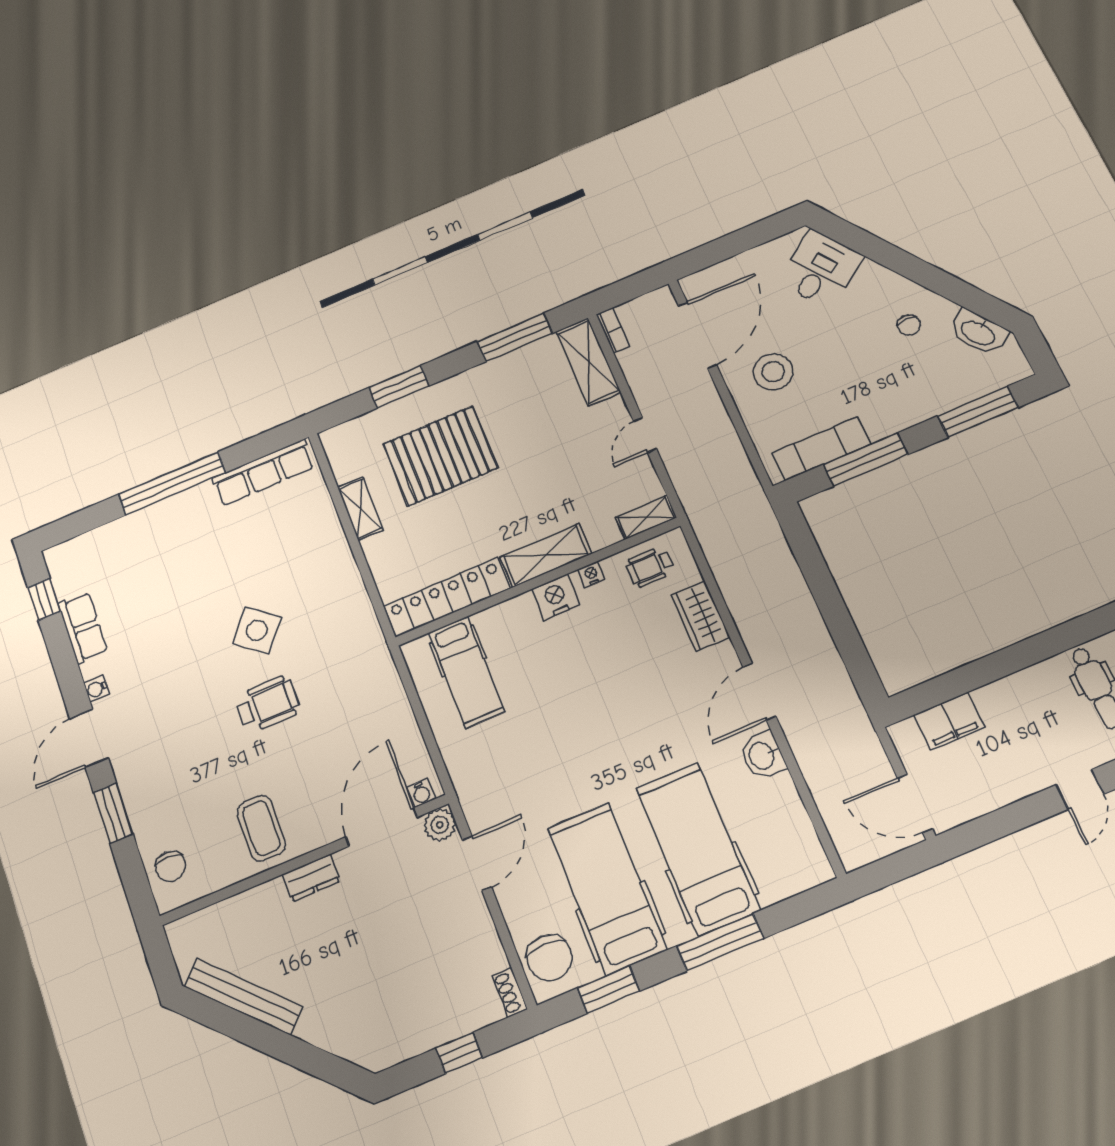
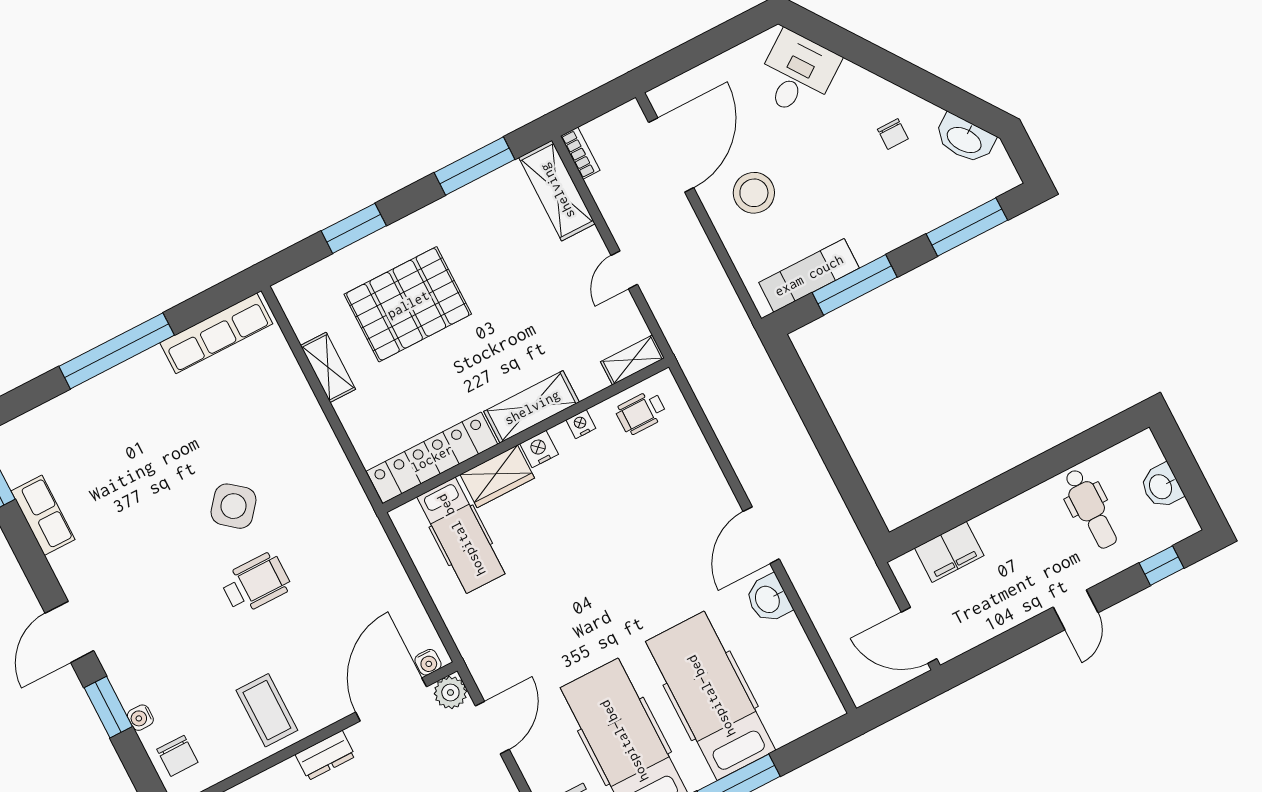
nightstand: (556, 597) -> (539, 449), width x0.74, depth x0.75
wardrobe: (700, 616) -> (497, 476), moved, turned -90
water cooler: (97, 689) -> (140, 718), moved

